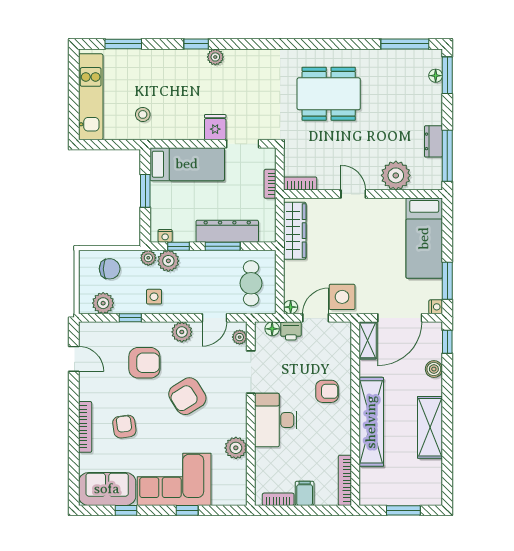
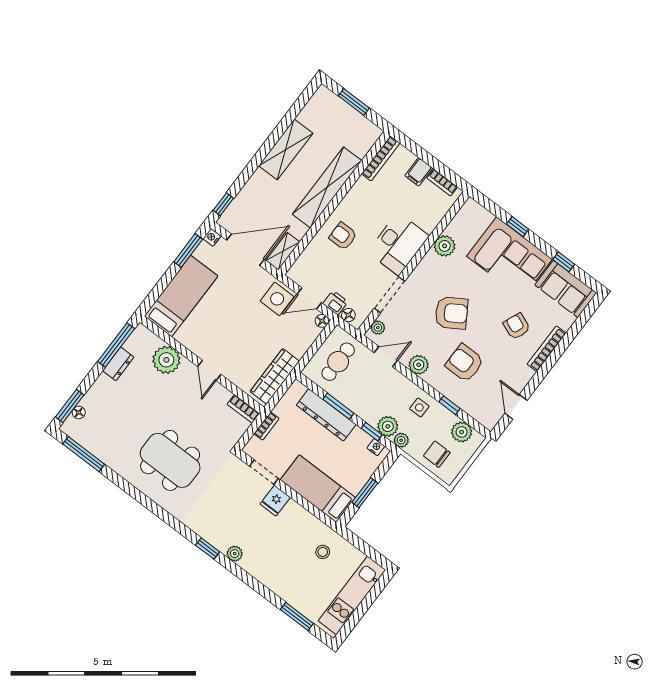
window: (196, 44) -> (208, 548), moved
boiler: (434, 369) -> (249, 191), removed
armchair: (124, 427) -> (517, 326), turned 120

